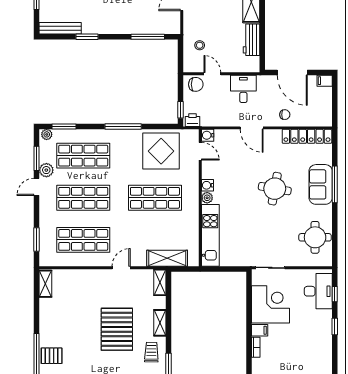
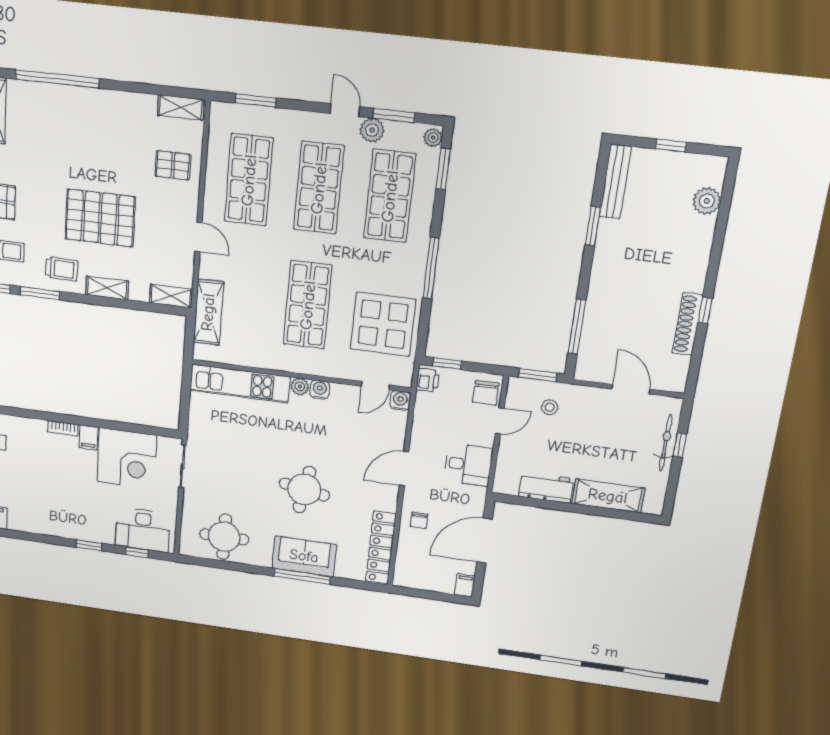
window: (180, 55) -> (538, 375), added
pallet: (52, 356) -> (173, 165), moved, turned 90

